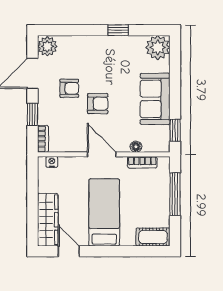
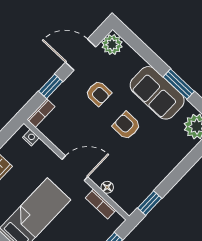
window: (118, 30) -> (179, 84), width x1.50
sofa: (155, 99) -> (157, 93), moved, turned -90
armchair: (98, 104) -> (127, 126), moved, turned 180
door: (102, 154) -> (75, 168), hinge flipped

